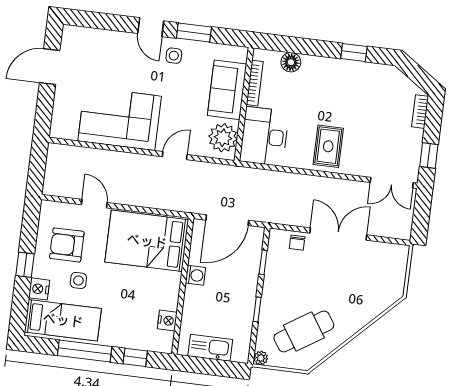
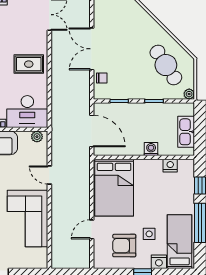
plant: (223, 138) -> (37, 137), width x0.53, depth x0.53
armchair: (67, 245) -> (124, 246), turned 90
washing machine: (196, 275) -> (151, 149), moved

